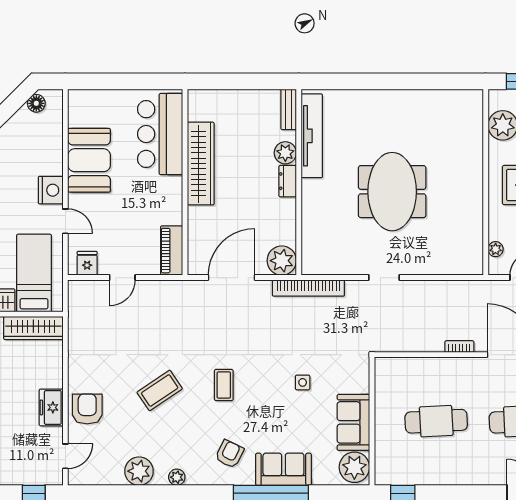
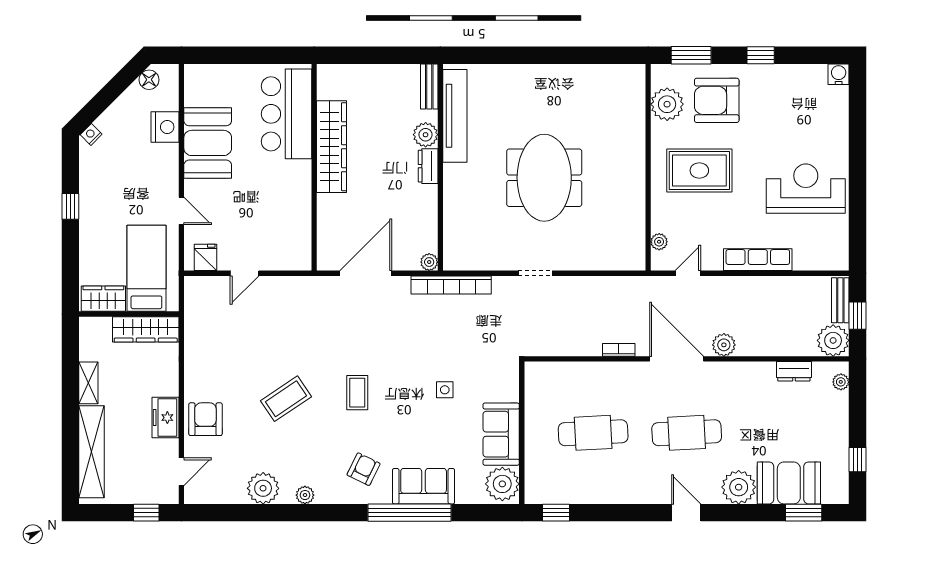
nightstand: (51, 190) -> (165, 127), moved
piano: (172, 251) -> (299, 243), removed
plant: (282, 261) -> (429, 262), width x0.53, depth x0.53

